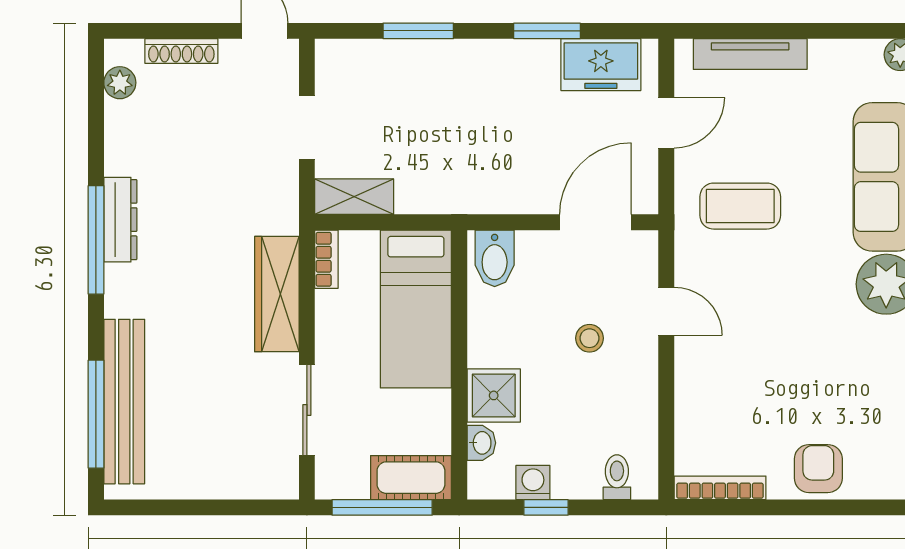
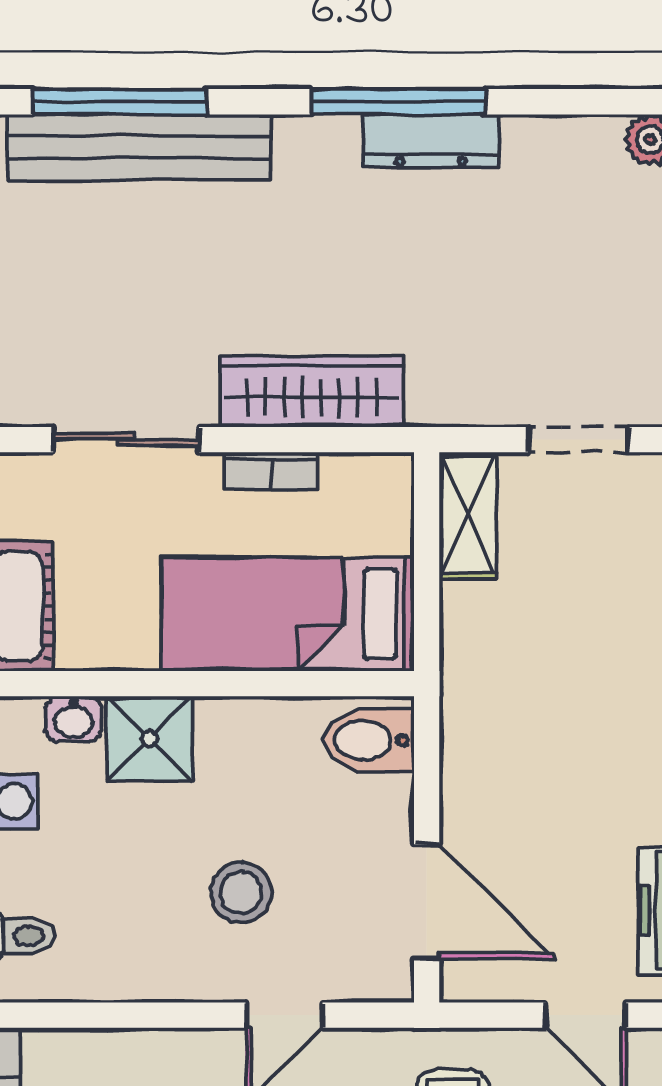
bookcase: (326, 259) -> (272, 471), moved
stool: (590, 338) -> (241, 892), width x1.37, depth x1.37

